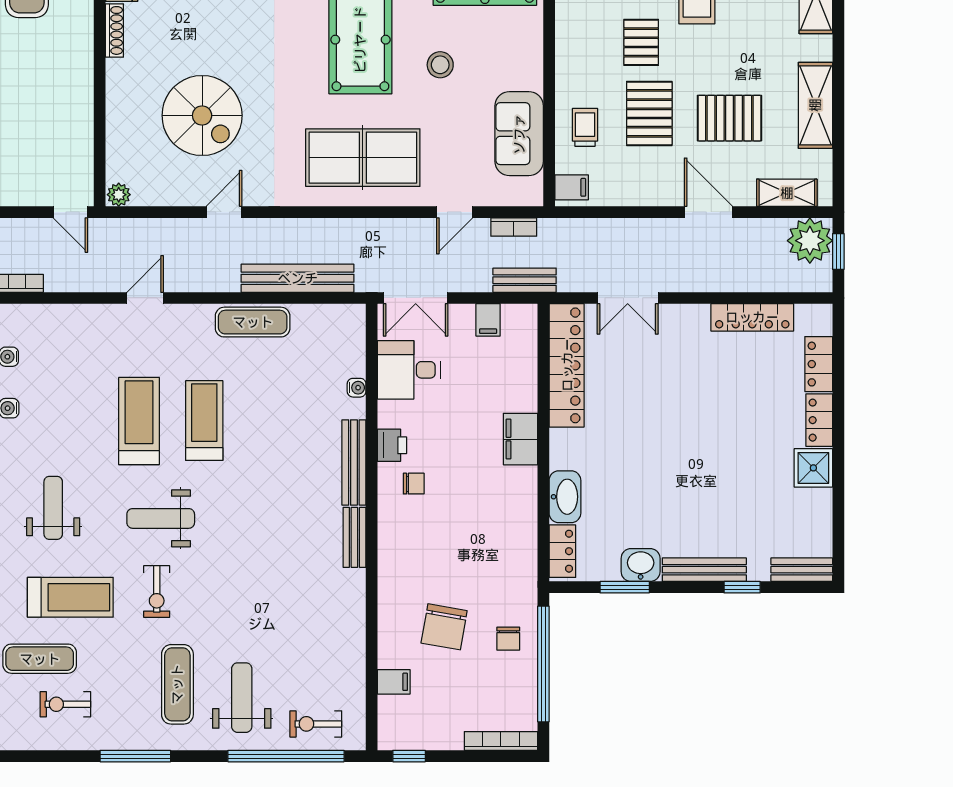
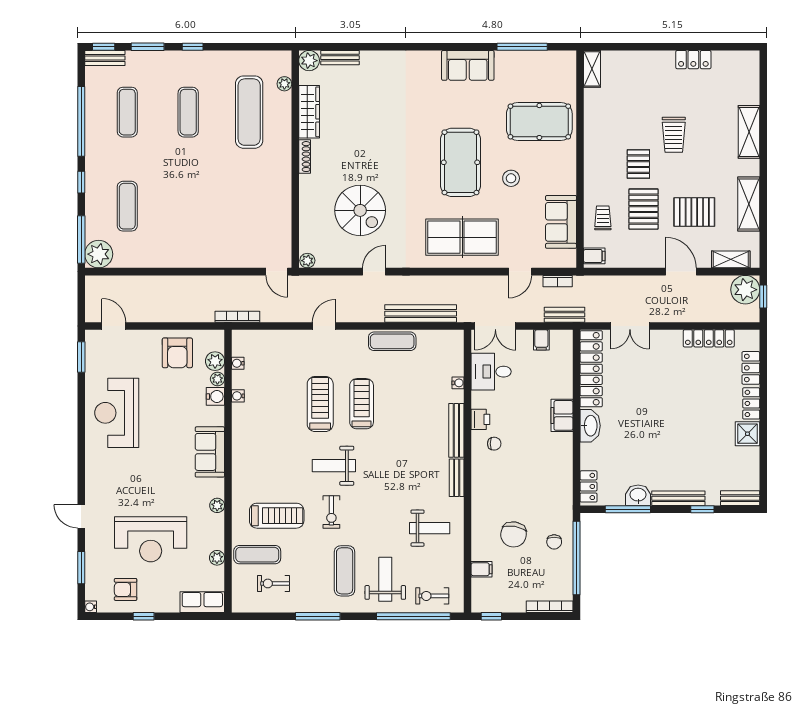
washbasin: (565, 497) -> (590, 426), moved
weight bench: (53, 508) -> (430, 528), moved, turned 90
window: (625, 587) -> (628, 509), width x1.44

